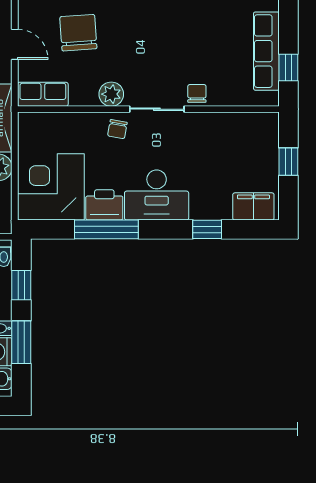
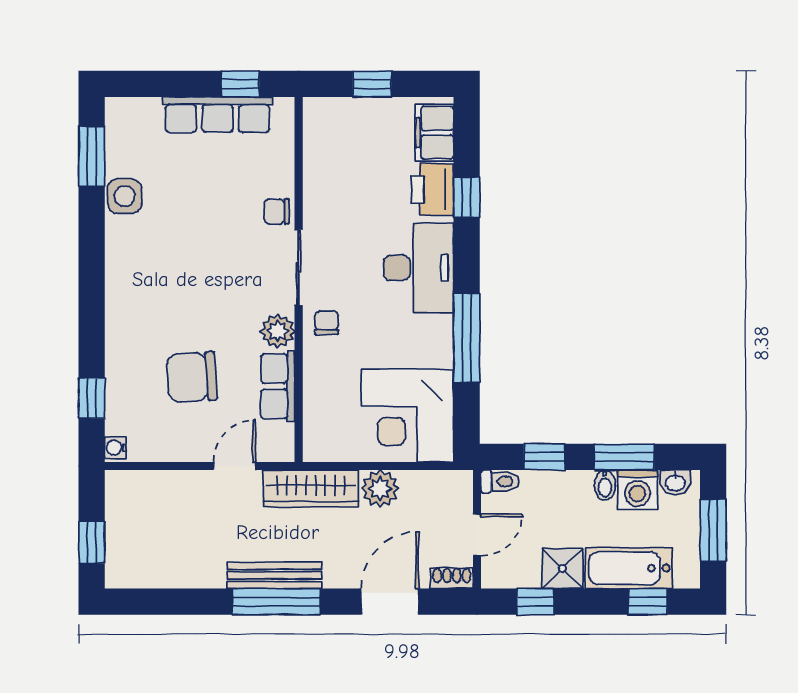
door: (15, 44) -> (235, 466), moved
row of seats: (43, 94) -> (278, 386), moved
chair: (117, 129) -> (327, 323), turned -100
printer: (104, 205) -> (432, 190), moved

